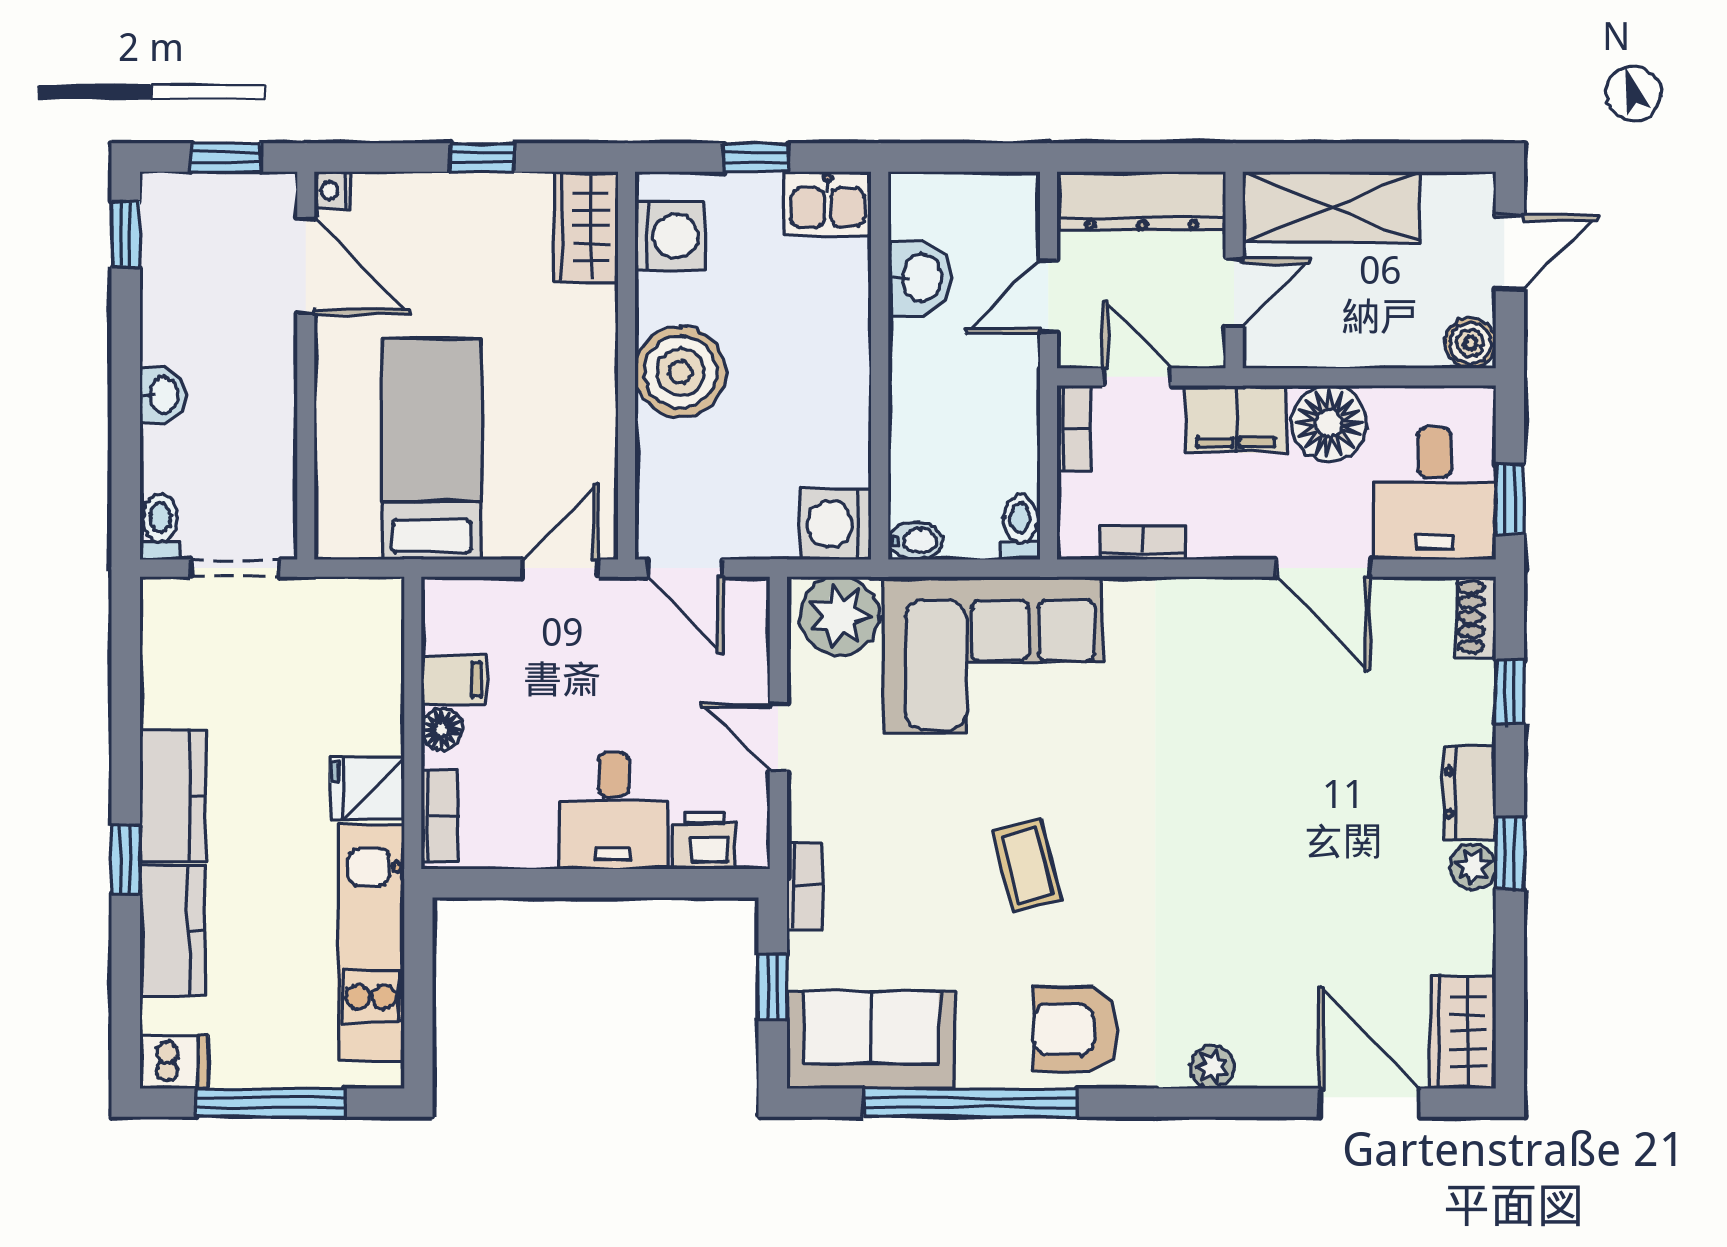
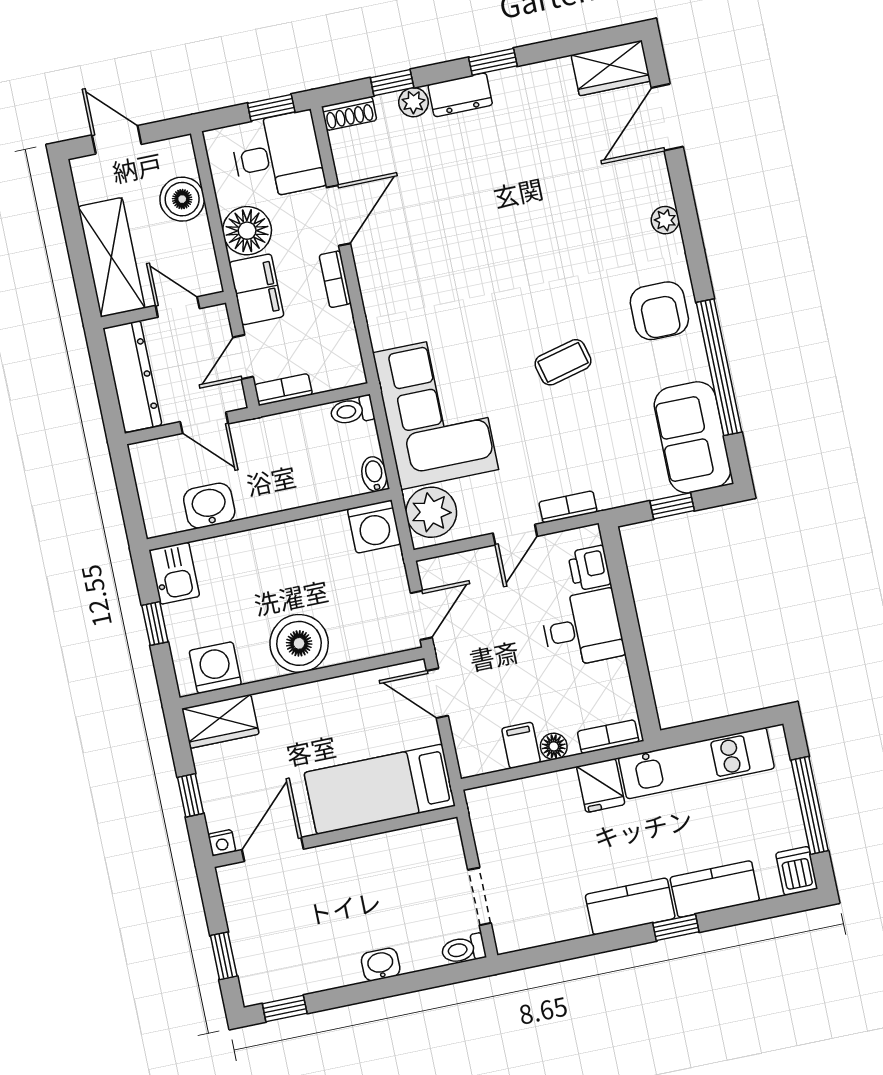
nightstand: (332, 190) -> (222, 843), moved
door: (306, 266) -> (273, 849), moved
boiler: (1470, 343) -> (182, 199), moved, width x1.36, depth x1.36
wall: (306, 366) -> (335, 836), moved
bookcase: (1142, 543) -> (335, 279), moved
plant: (1473, 867) -> (413, 102), moved
bookcase: (804, 886) -> (568, 507), moved

